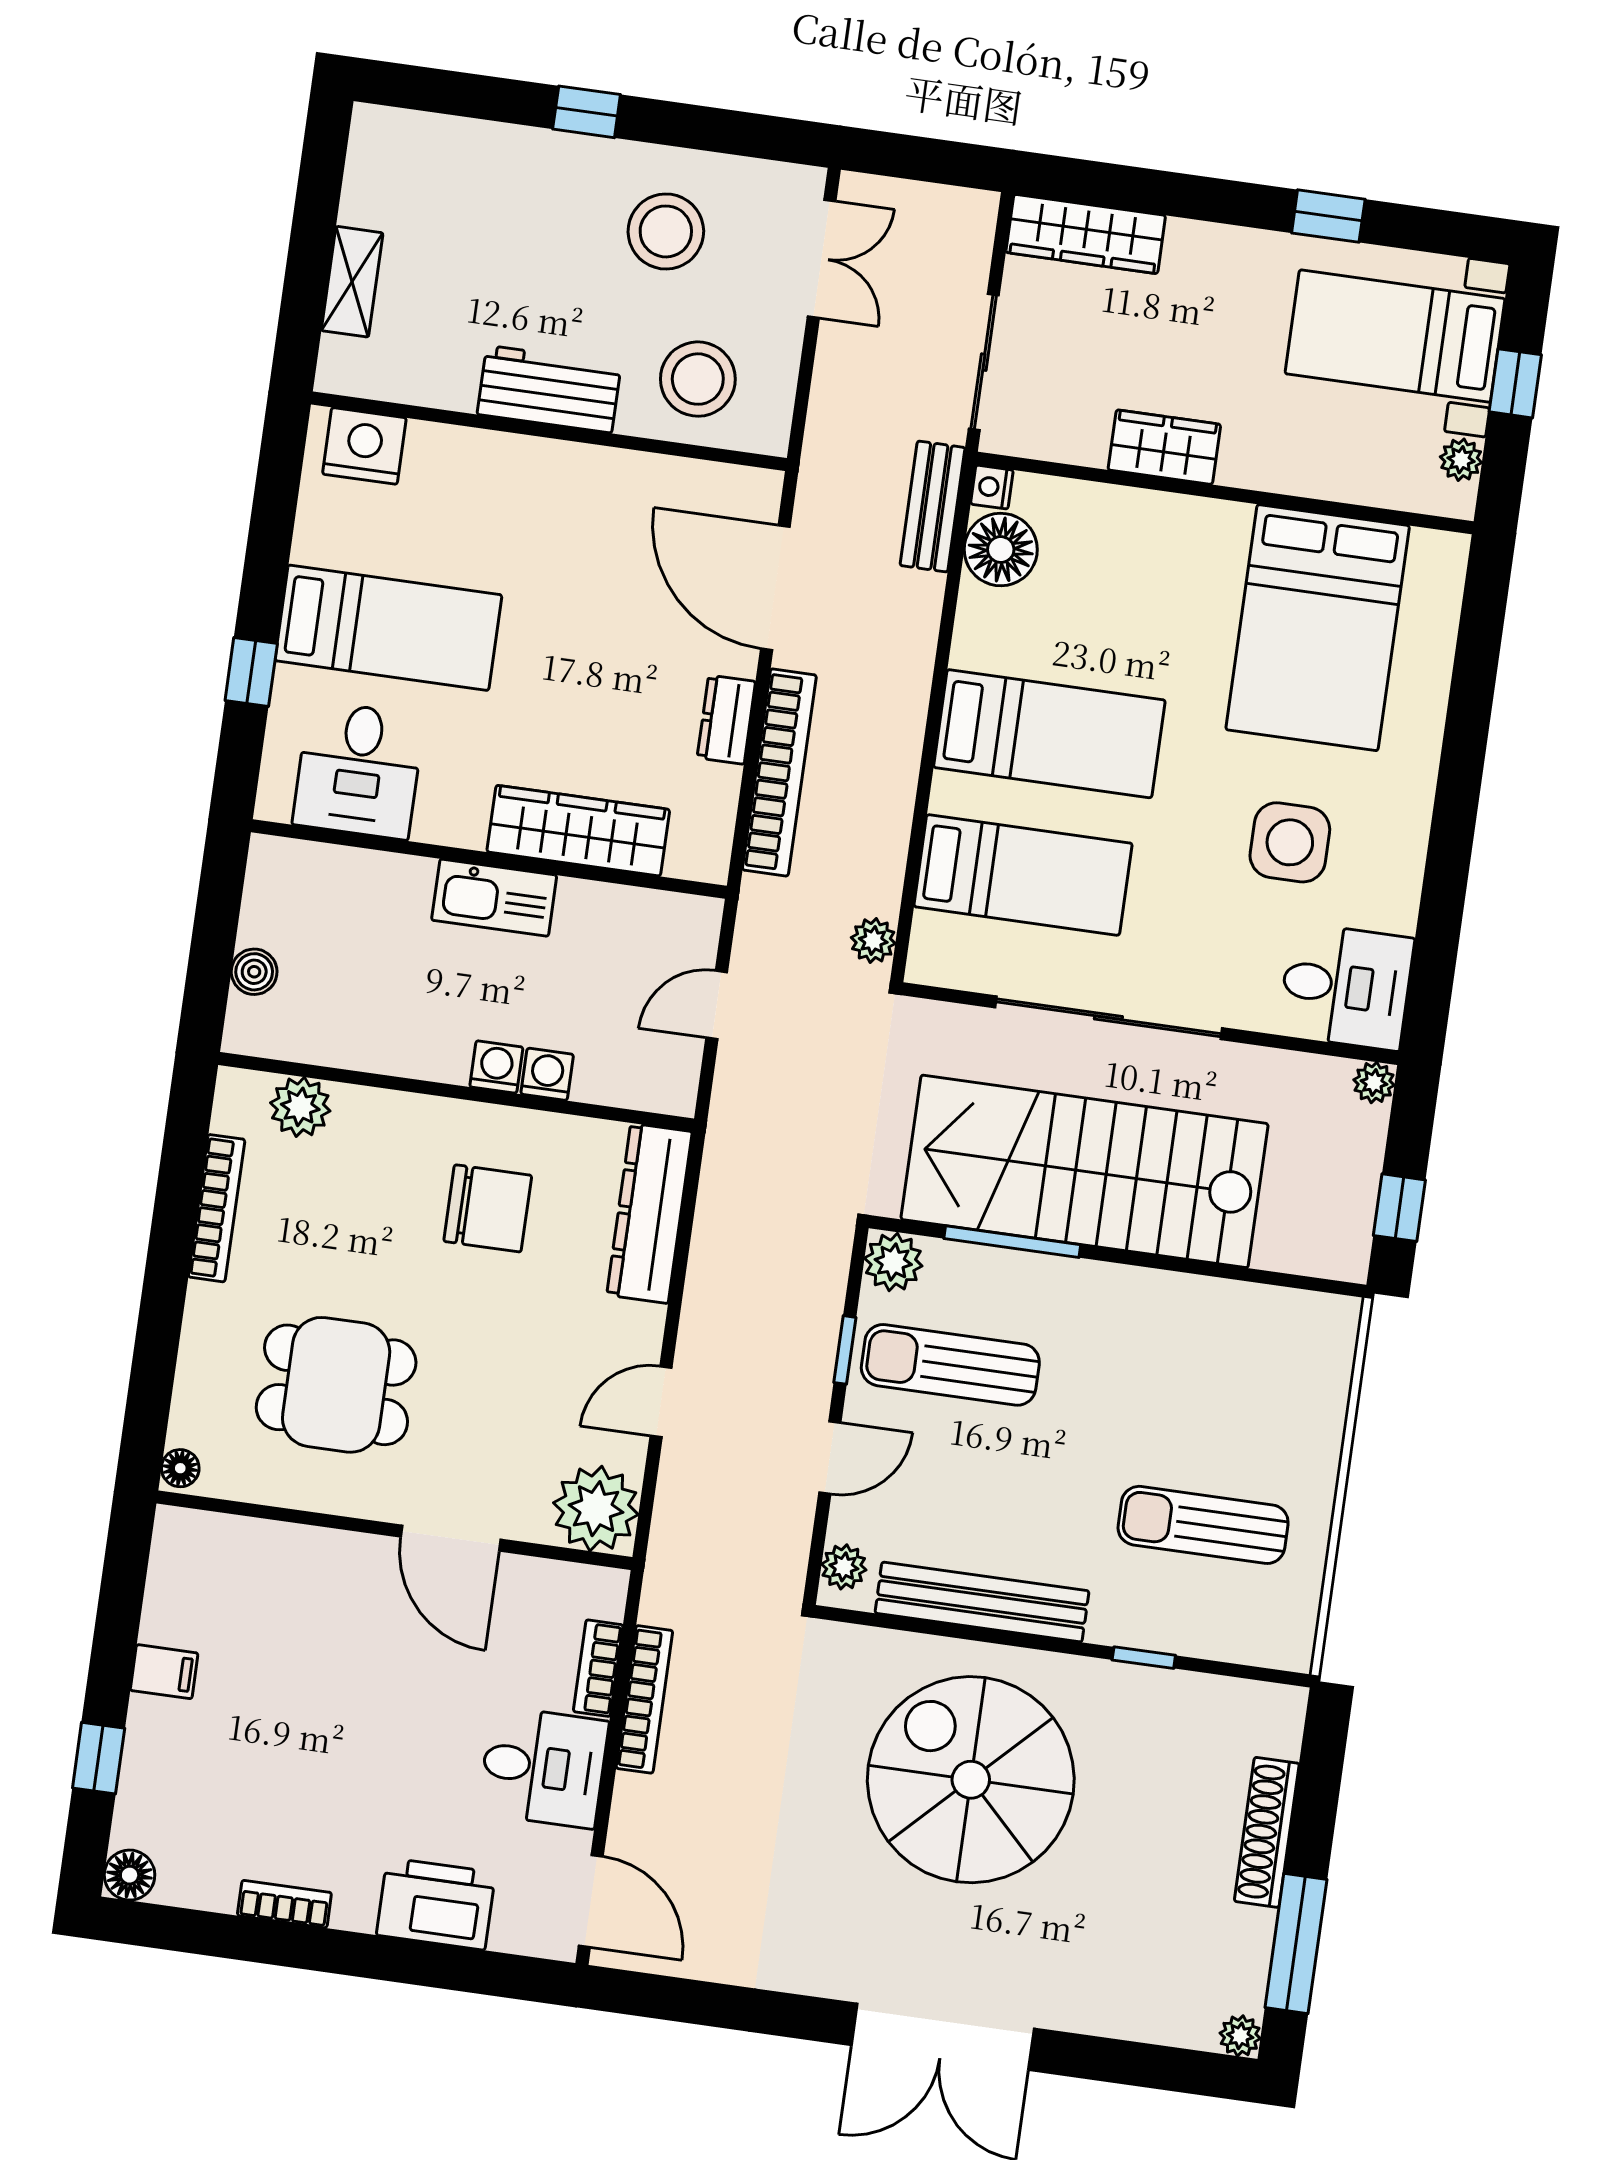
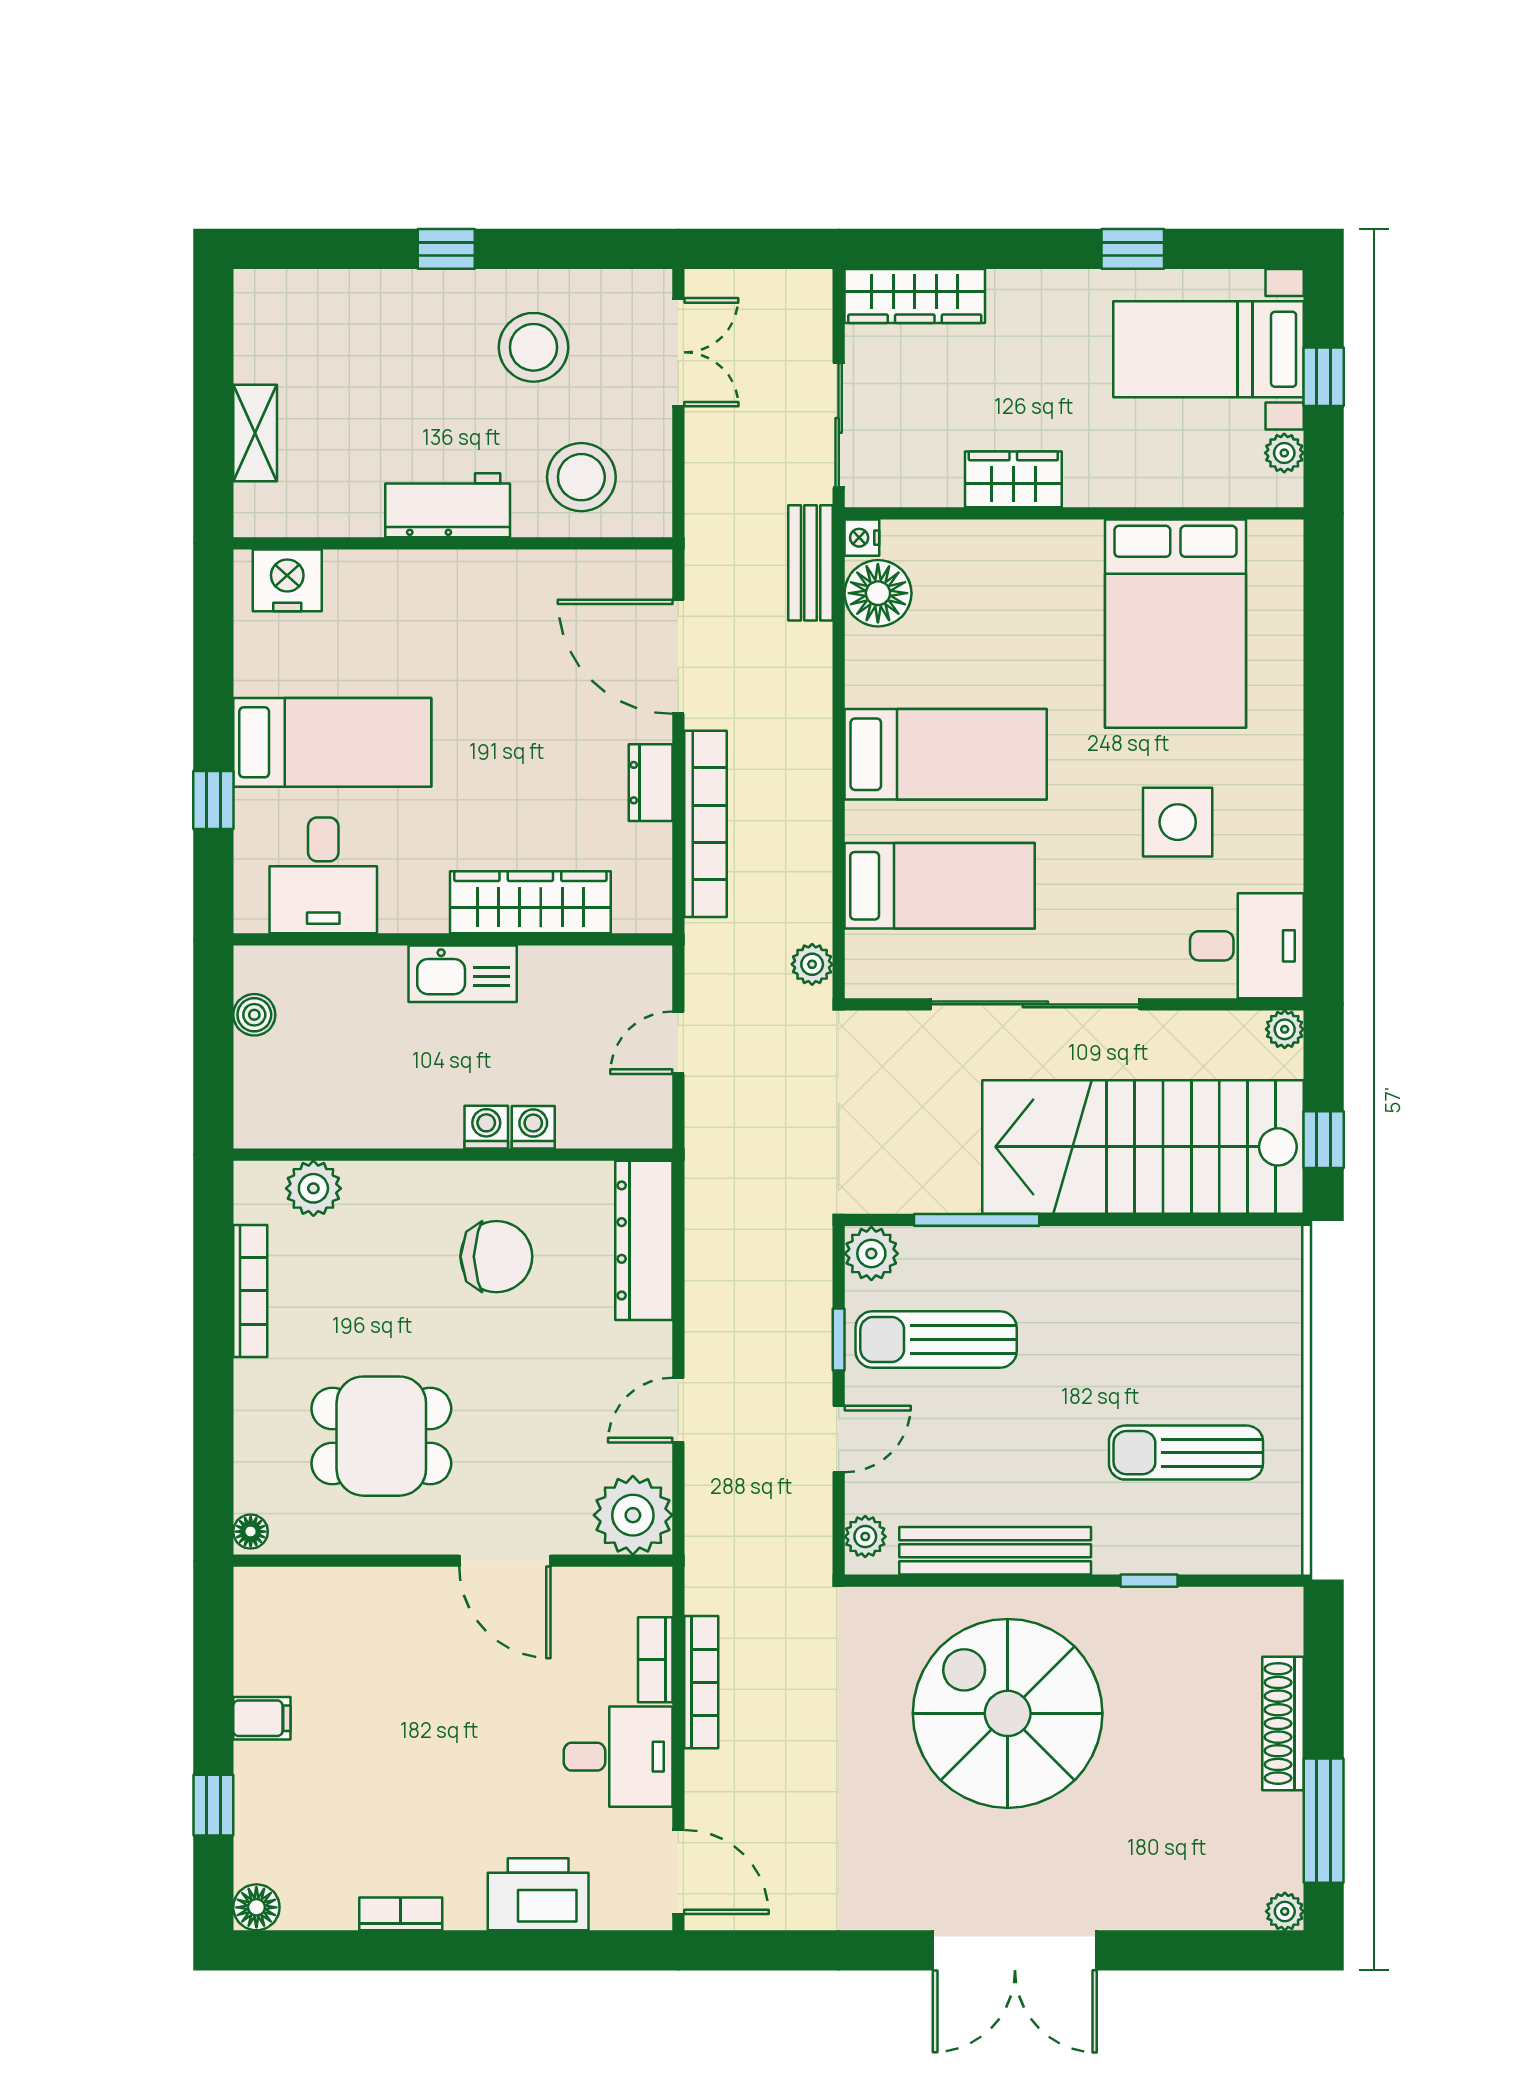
boiler: (254, 972) -> (254, 1015), moved
stairs: (1085, 1171) -> (1143, 1147), moved

